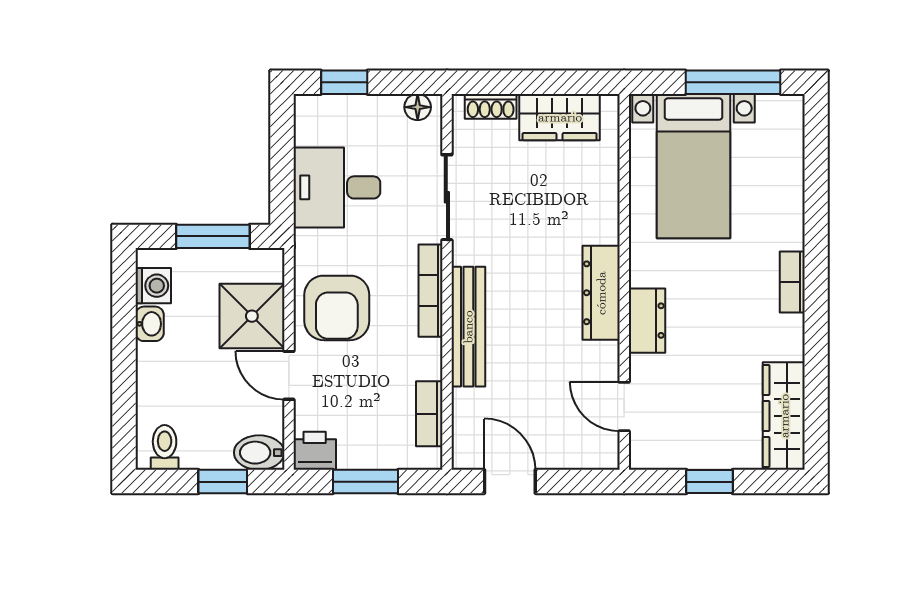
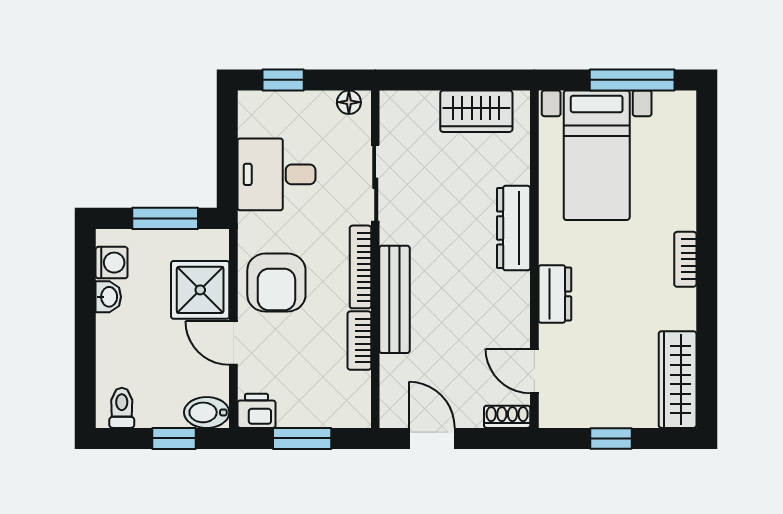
shoe rack: (491, 106) -> (507, 417), moved, turned 180
dresser: (601, 293) -> (514, 228), moved
bookcase: (429, 414) -> (359, 341), moved

